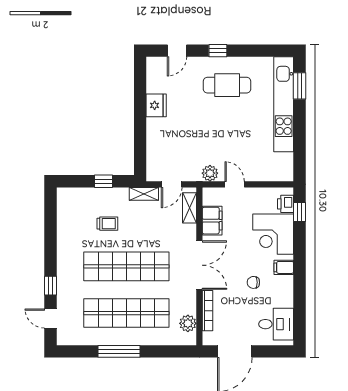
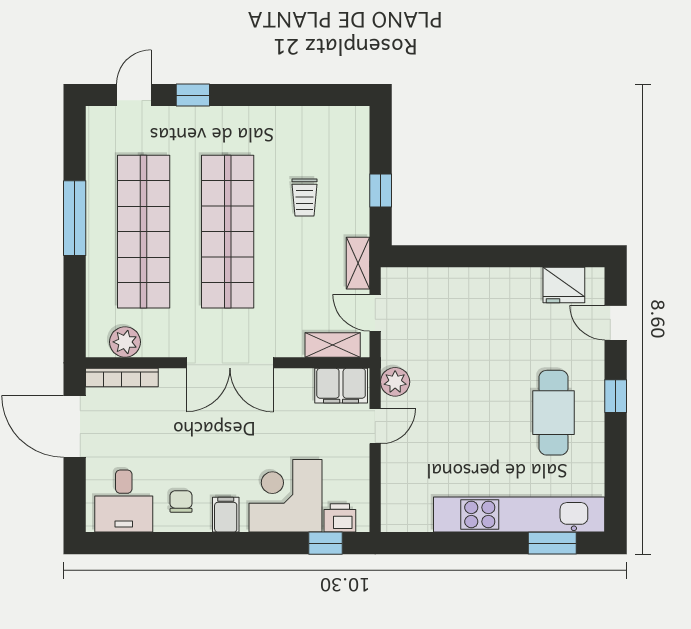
fridge: (156, 105) -> (564, 285), moved
filing cabinet: (212, 221) -> (341, 386), moved
chair: (253, 282) -> (181, 502), moved
bookcase: (208, 311) -> (122, 378), moved

